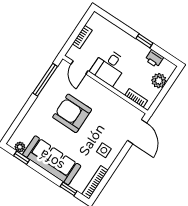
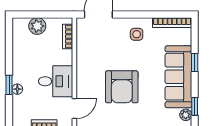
floor lamp: (122, 35) -> (17, 89), added
window: (144, 41) -> (9, 85), moved
printer: (154, 59) -> (19, 44), removed
window: (68, 189) -> (195, 63), moved

